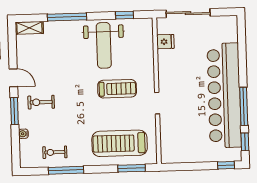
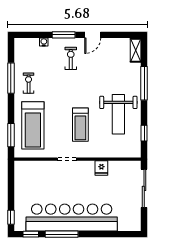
fridge: (165, 42) -> (101, 168), moved
weight bench: (104, 45) -> (118, 114), turned -90
treadmill: (120, 143) -> (33, 125), turned 180
exercise bike: (55, 152) -> (29, 83), moved

